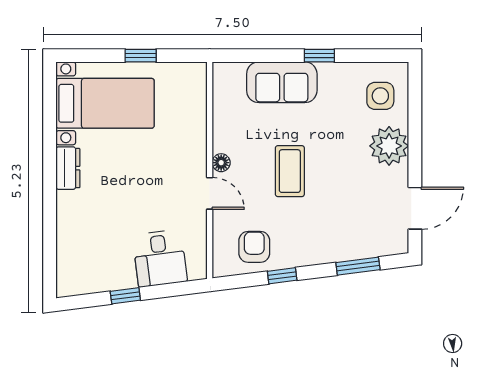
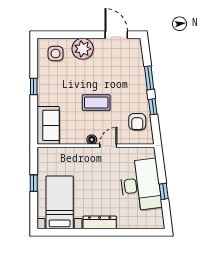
sofa: (282, 82) -> (48, 125), moved
dresser: (68, 168) -> (100, 222), width x1.44
armchair: (254, 247) -> (137, 122), turned -90
desk: (160, 258) -> (141, 185), width x1.87, depth x1.30
window: (358, 266) -> (149, 78), moved

